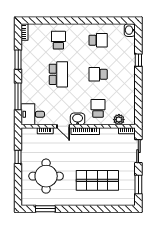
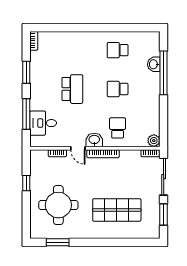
washbasin: (130, 30) -> (154, 64), moved
school desk: (58, 40) -> (72, 50), removed
school desk: (98, 40) -> (118, 50), turned 180
window: (138, 60) -> (164, 73), width x3.17
desk: (33, 114) -> (43, 123), moved
plant: (119, 120) -> (154, 141), moved
sliding door: (138, 151) -> (164, 177), width x1.37

